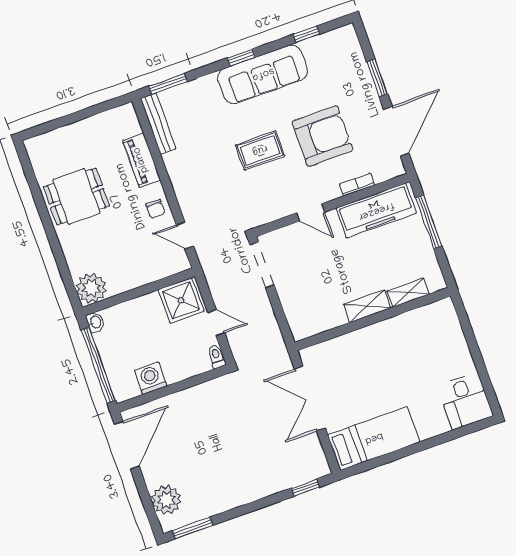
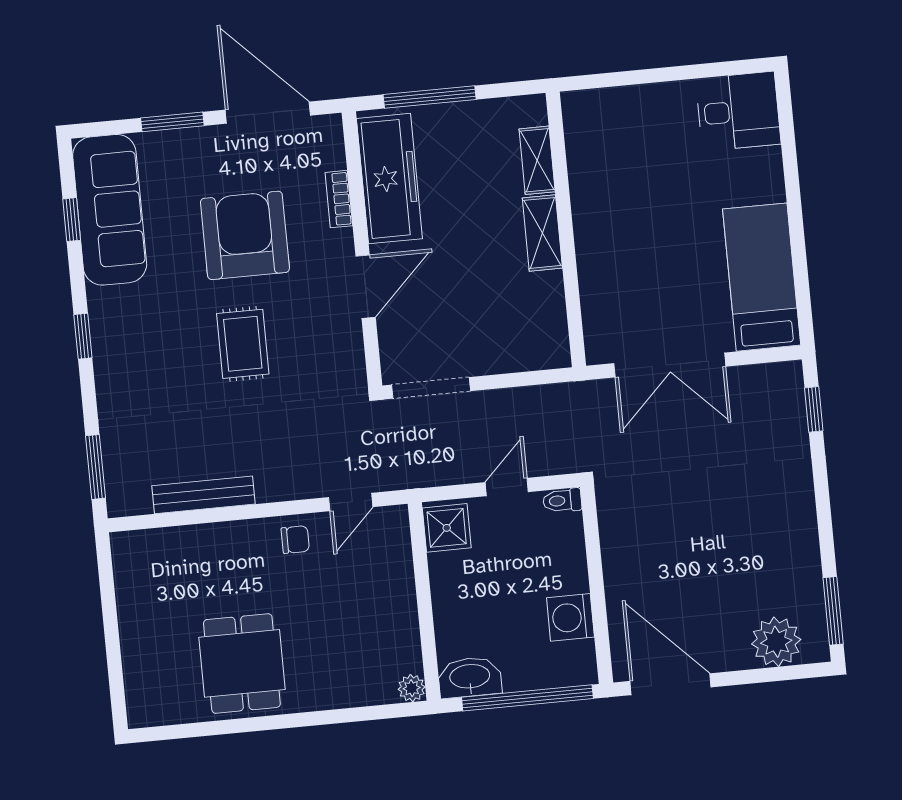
sofa: (263, 74) -> (110, 210), moved
bench: (158, 124) -> (204, 495), moved
piano: (141, 160) -> (210, 542), removed
door: (311, 213) -> (366, 287), width x1.38
plant: (91, 288) -> (412, 688), width x0.53, depth x0.53
shower: (181, 300) -> (447, 528), width x0.73, depth x0.73
washbasin: (95, 322) -> (470, 677), width x1.91, depth x1.45

